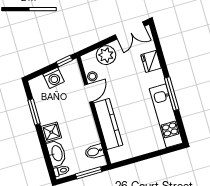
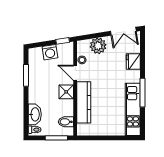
door: (89, 93) -> (75, 73), swing flipped
shower: (51, 132) -> (66, 92), moved

